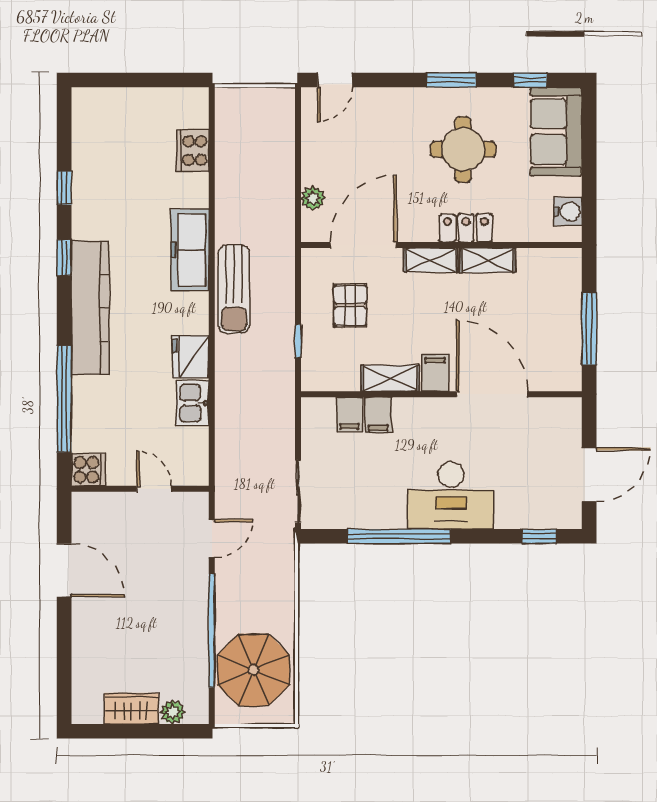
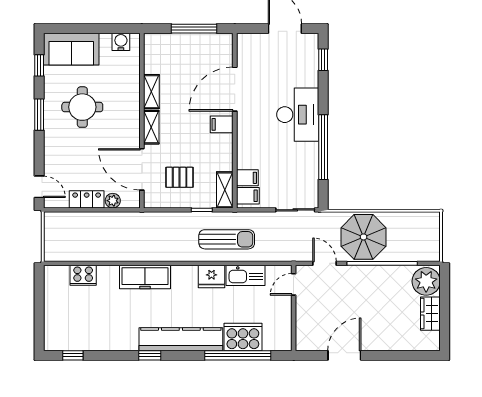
window: (64, 188) -> (73, 355), moved
locker: (466, 228) -> (87, 199), moved, turned 90
sun lounger: (234, 289) -> (227, 239), moved
shelving: (390, 378) -> (225, 190), moved
kitchen sink: (193, 403) -> (246, 275), width x1.38
filing cabinet: (378, 415) -> (248, 196), moved
cooker: (88, 470) -> (243, 337), moved, width x1.87, depth x1.31
door: (154, 489) -> (294, 284), moved
parasol: (254, 670) -> (364, 237), moved
plant: (173, 712) -> (426, 281), width x1.88, depth x1.88

